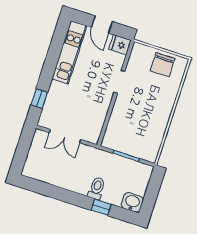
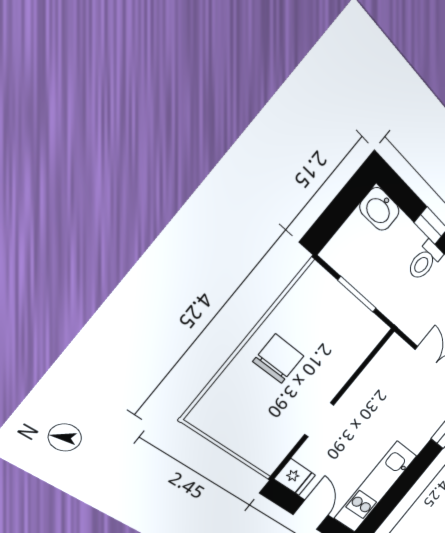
chair: (163, 65) -> (279, 359), moved

